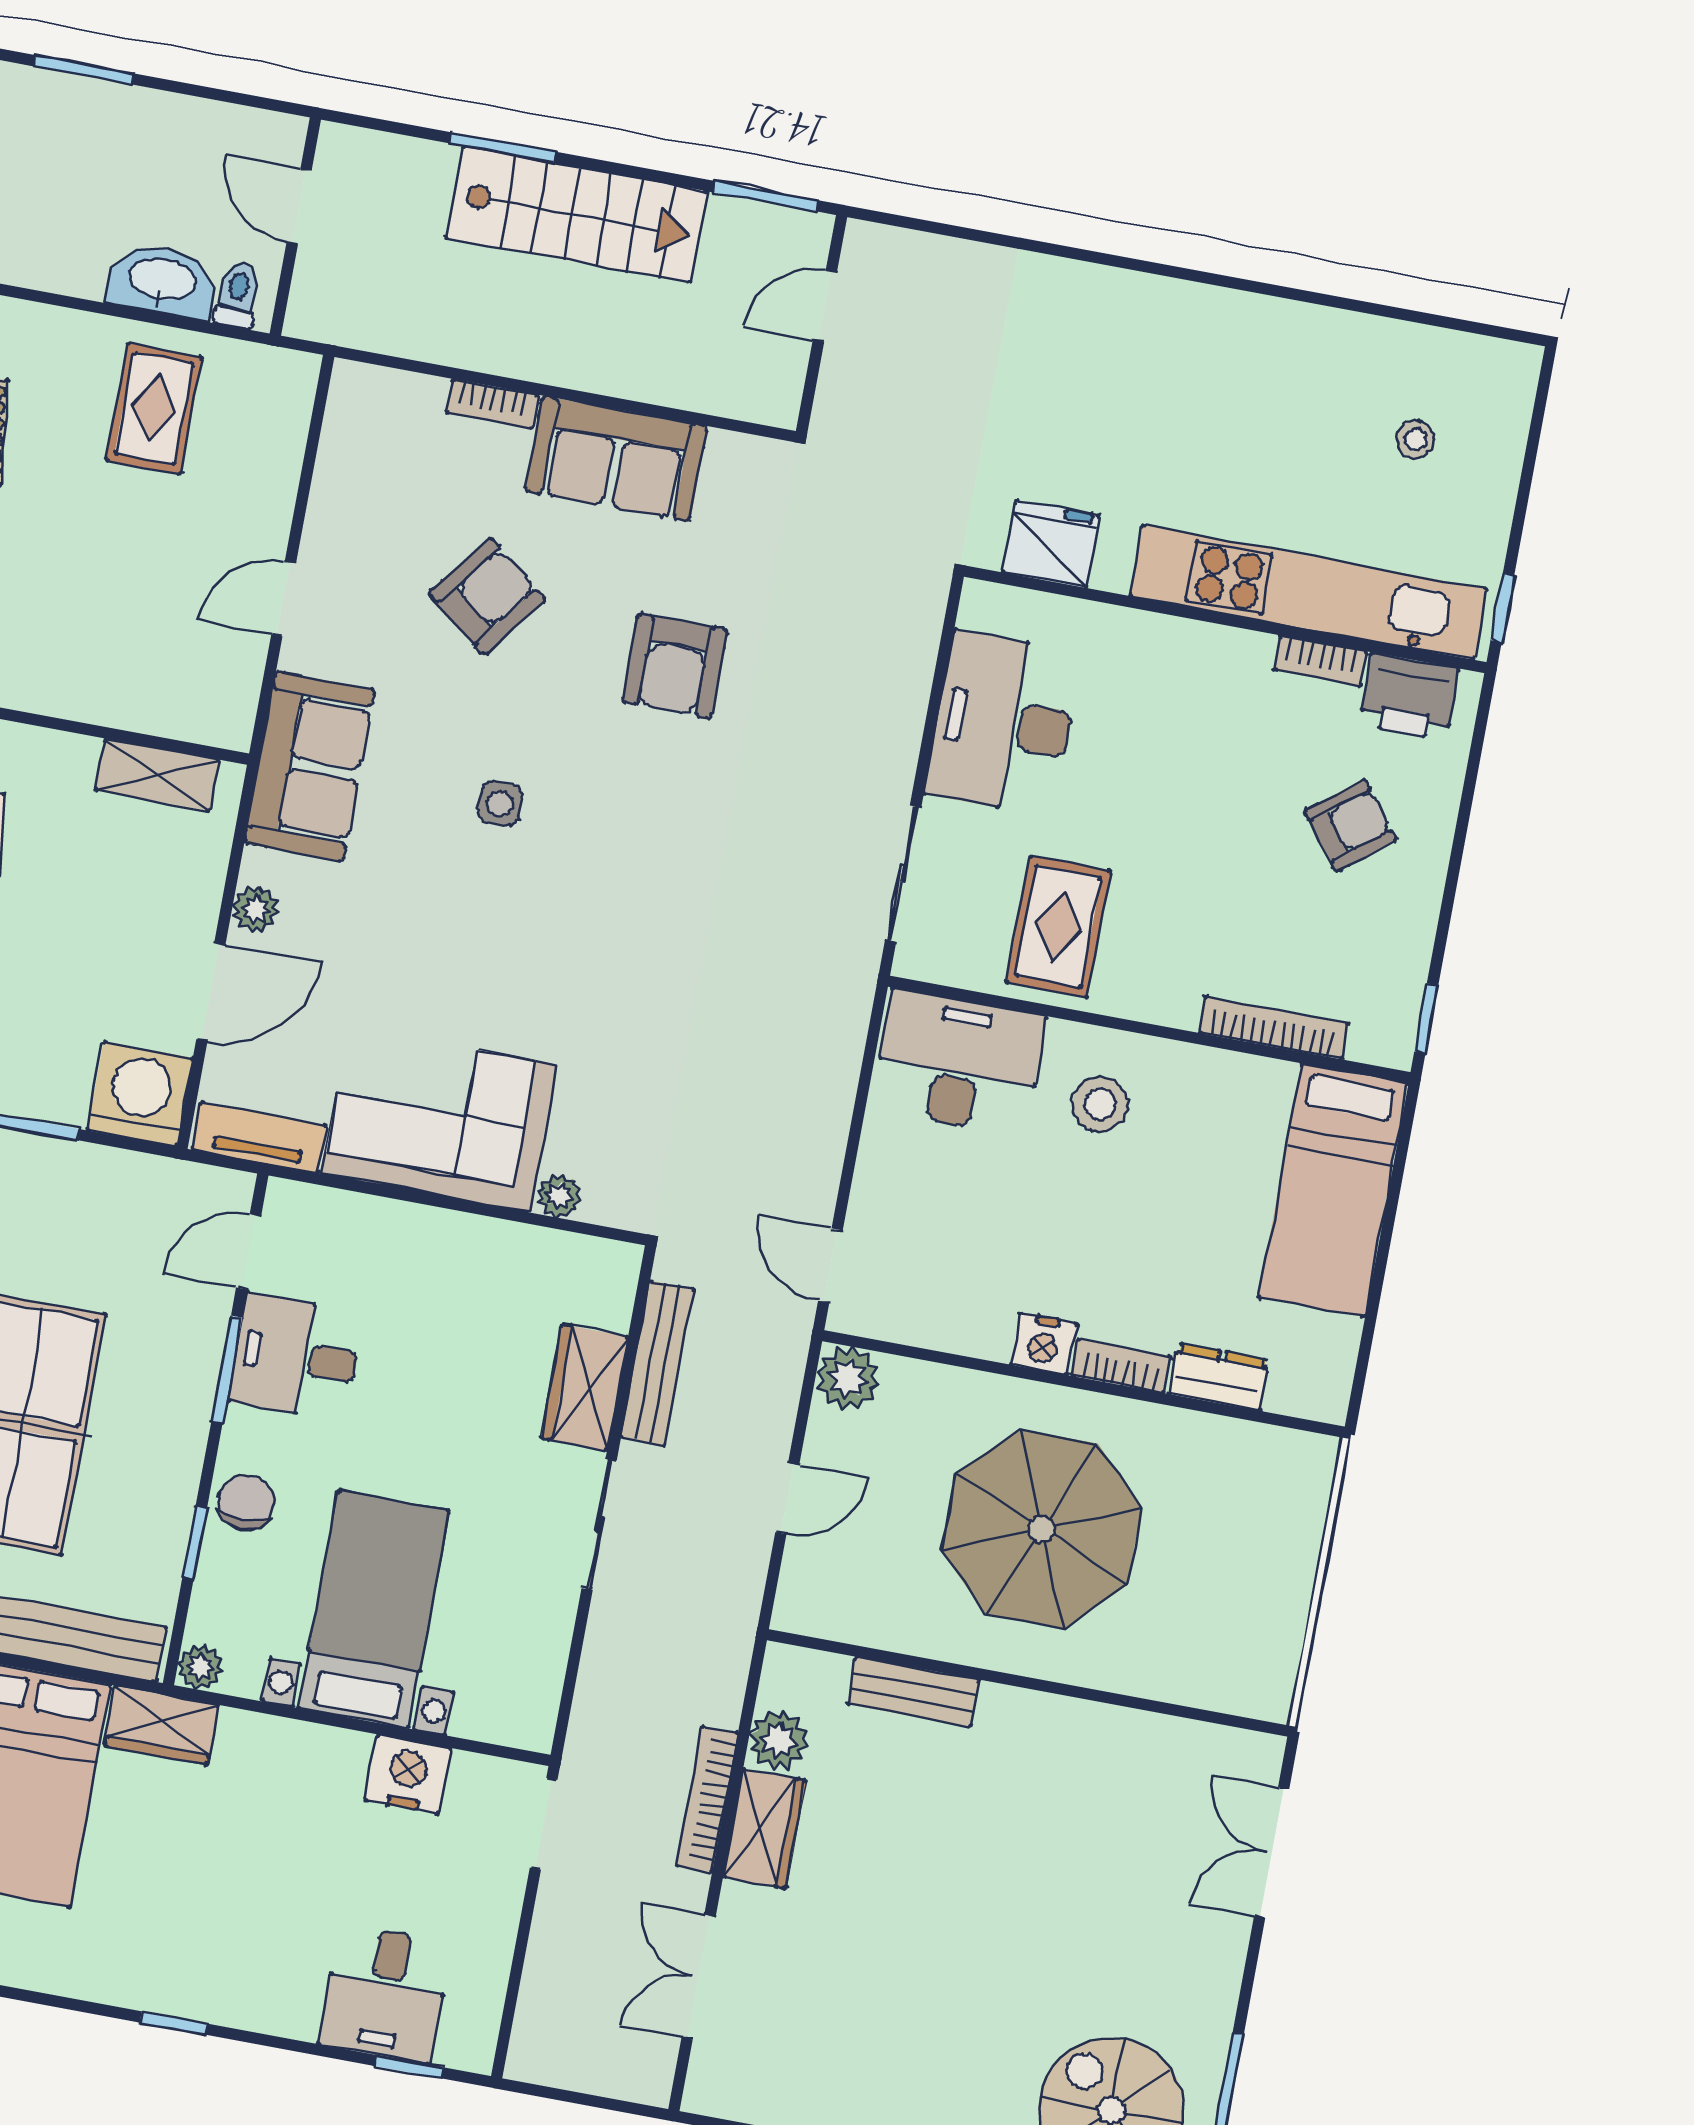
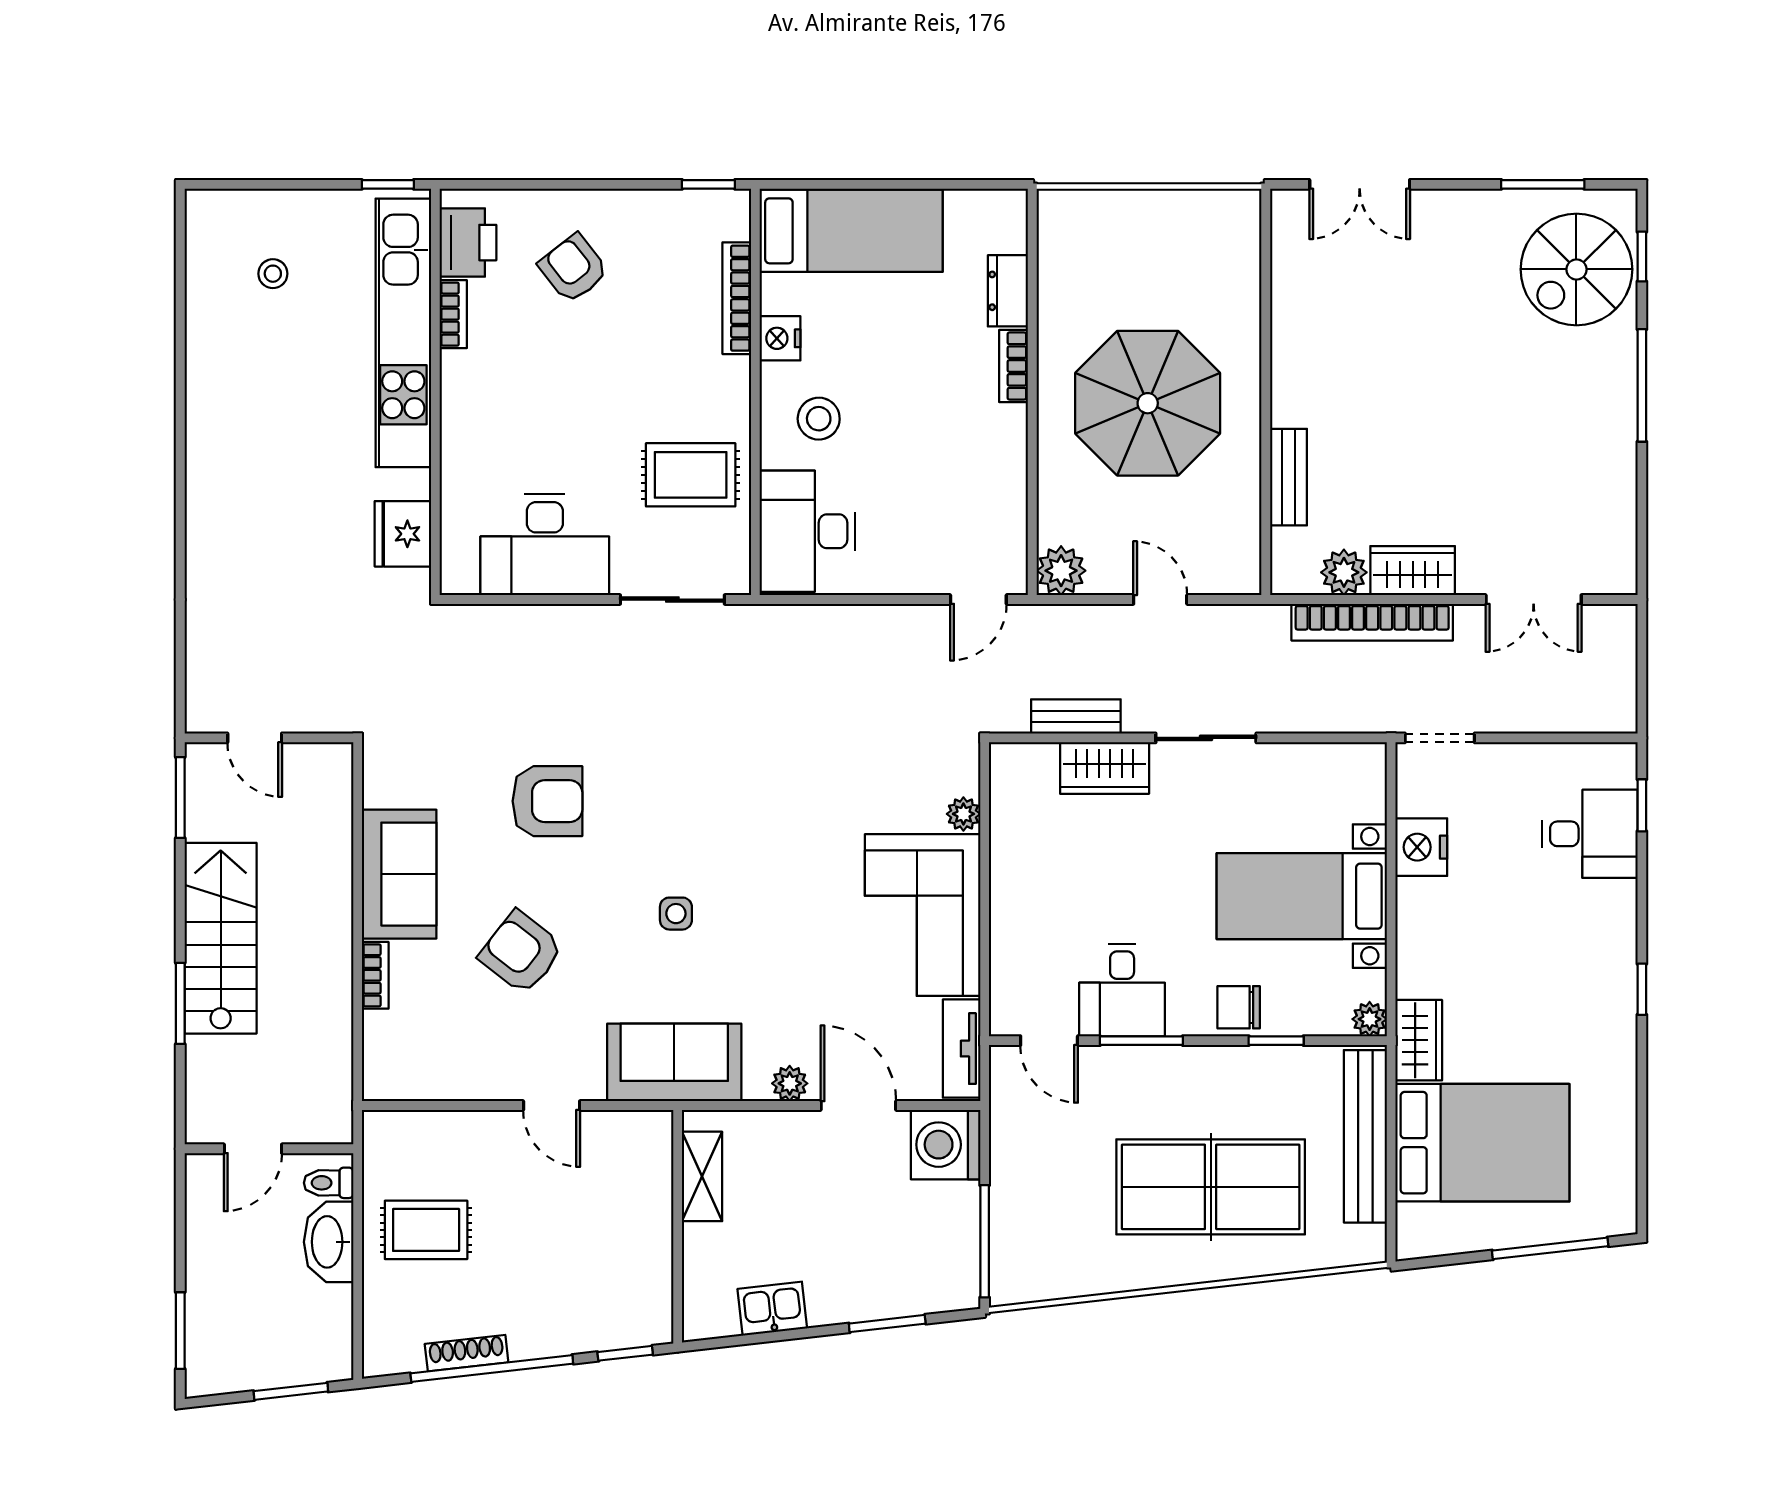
nightstand: (1044, 1344) -> (780, 338), moved, turned 180
bench: (657, 1363) -> (1076, 716), width x0.73
bookcase: (707, 1799) -> (1372, 622), width x1.48, depth x1.31

